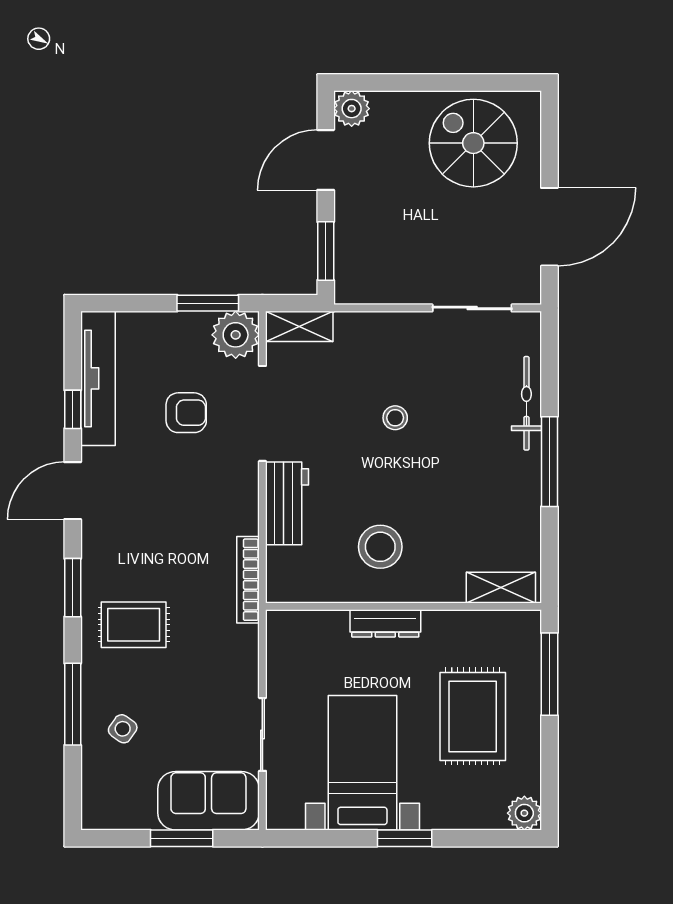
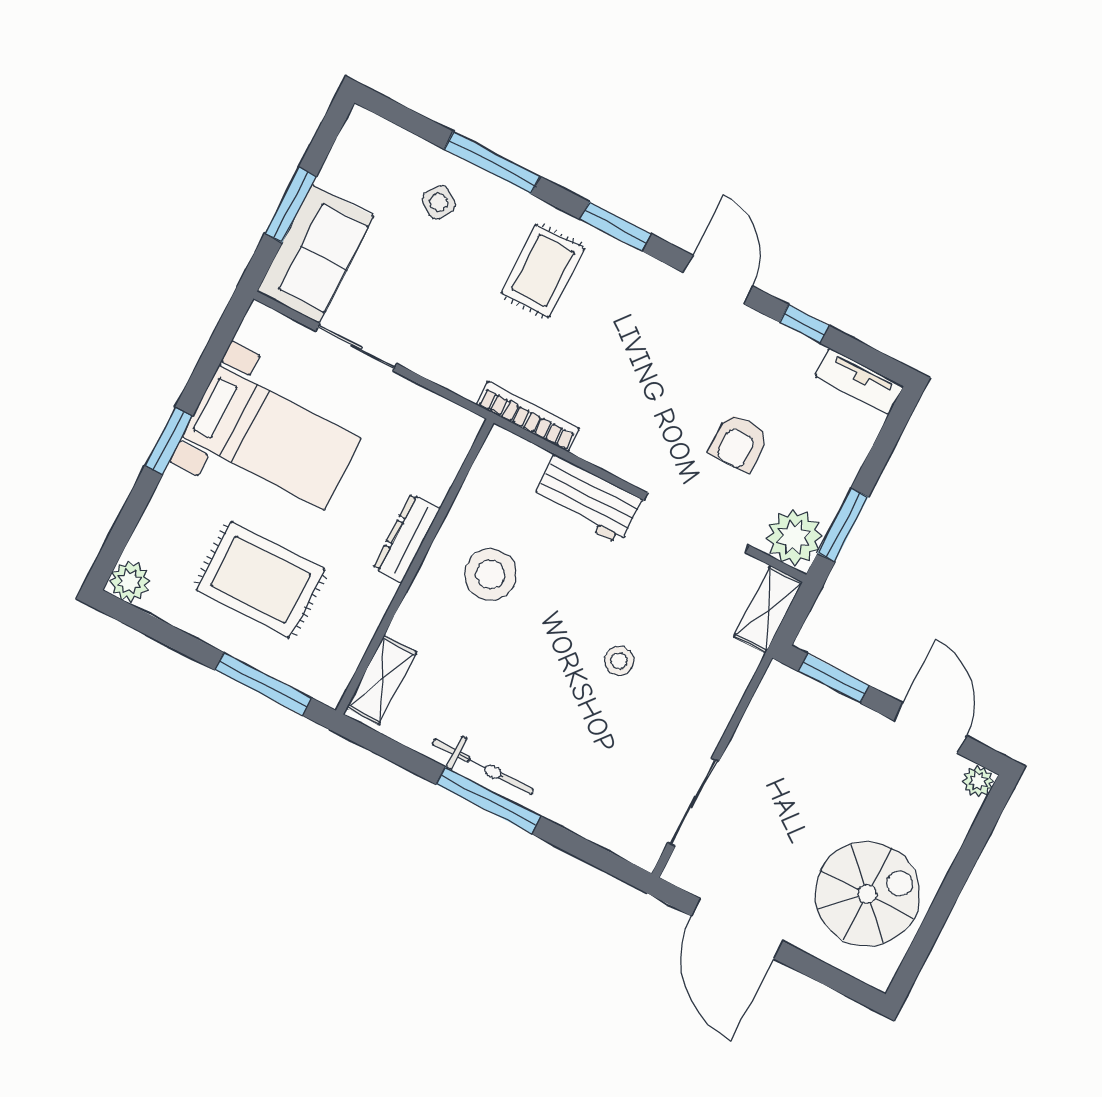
plant: (352, 109) -> (978, 781), width x0.73, depth x0.73
tv unit: (98, 378) -> (859, 381), width x0.52, depth x0.78
bicycle: (526, 403) -> (483, 767), moved

